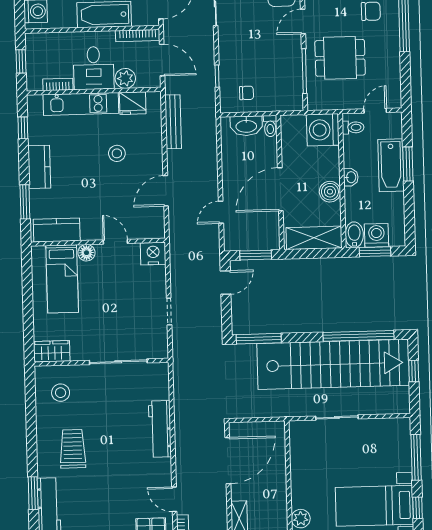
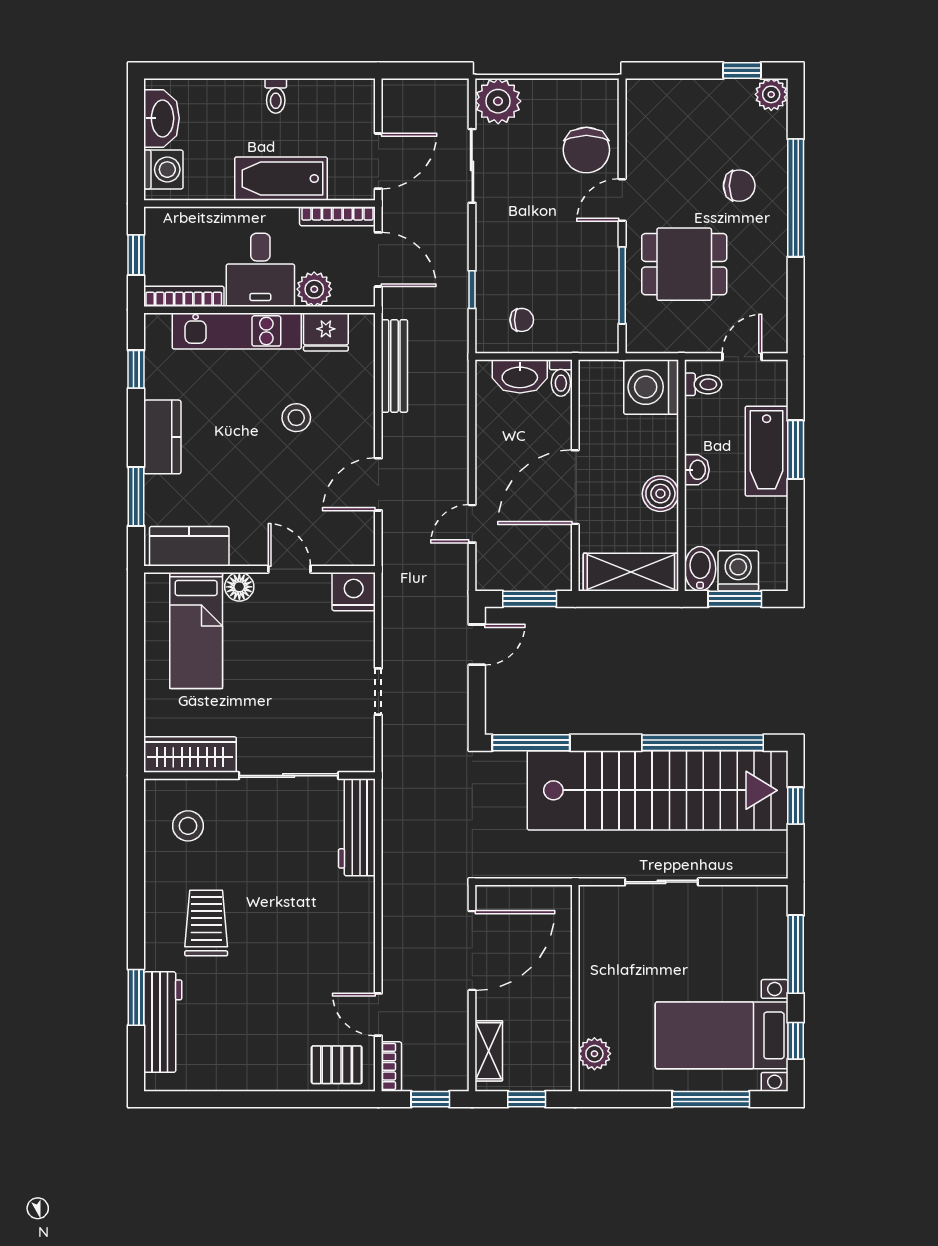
bookcase: (58, 84) -> (184, 296), width x1.56
wardrobe: (52, 351) -> (190, 755), width x1.50
workbench: (160, 429) -> (357, 827), moved

